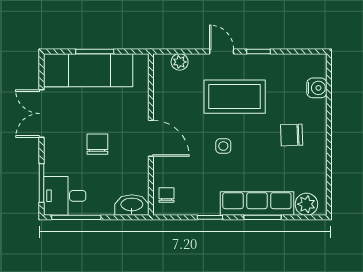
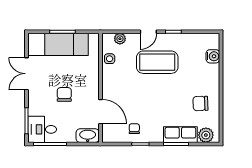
door: (222, 51) -> (148, 32), swing flipped
chair: (292, 135) -> (200, 103), moved
door: (151, 138) -> (100, 112), moved
side table: (223, 146) -> (110, 59), moved
chair: (166, 195) -> (134, 129), moved
row of seats: (257, 204) -> (180, 135), width x0.68

